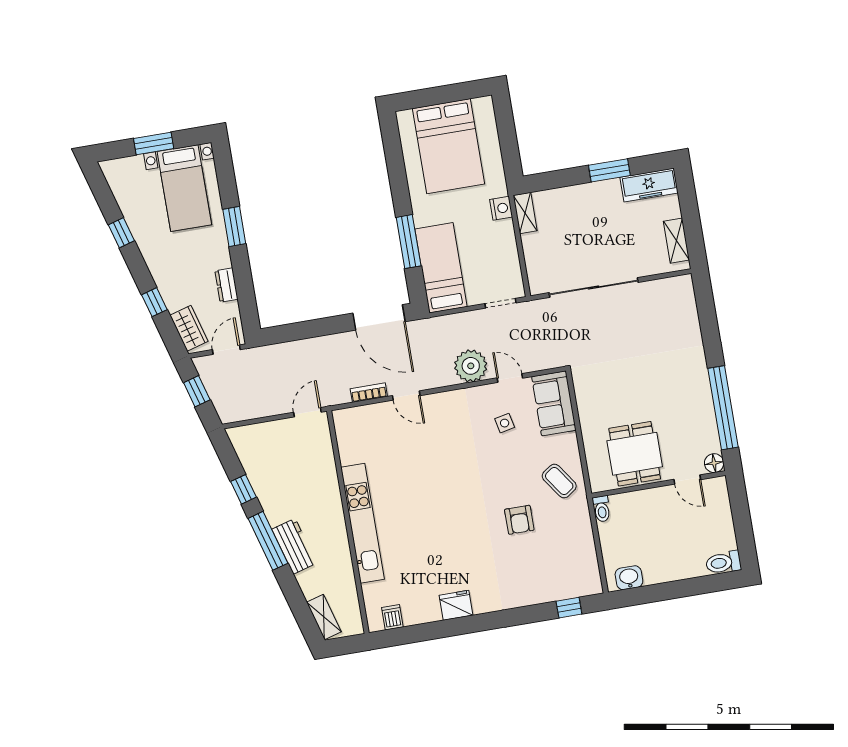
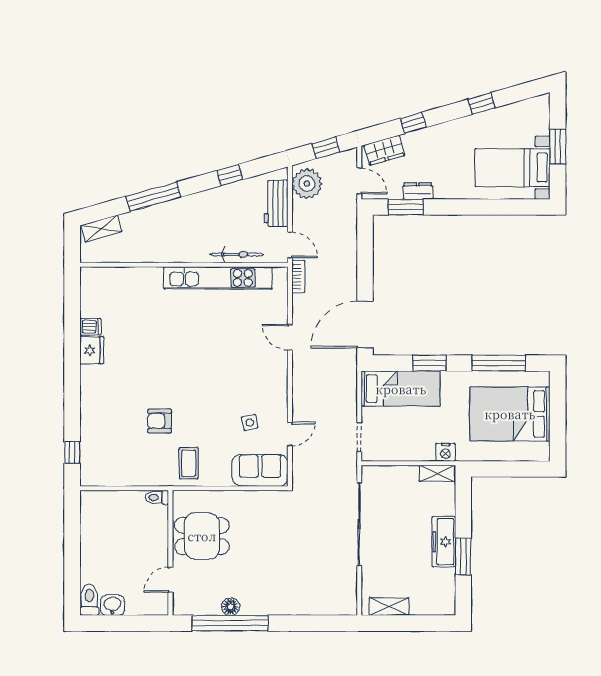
window: (396, 168) -> (498, 363), added
freezer: (649, 185) -> (444, 542), moved
window: (234, 227) -> (406, 207), moved
window: (409, 242) -> (429, 363), width x0.69
plant: (471, 366) -> (307, 184), moved
bookcase: (369, 393) -> (298, 277), moved
door: (406, 396) -> (290, 337), hinge flipped
floor lamp: (714, 463) -> (231, 607), moved
bicycle: (327, 467) -> (237, 254), added
coffee table: (559, 481) -> (189, 463), turned -55
kitchen unit: (363, 523) -> (218, 278), moved
window: (268, 541) -> (153, 197), moved
workbench: (294, 546) -> (276, 203), moved, turned 106
washbasin: (629, 578) -> (112, 605), moved, turned -90
dishwasher: (392, 617) -> (91, 327), moved

